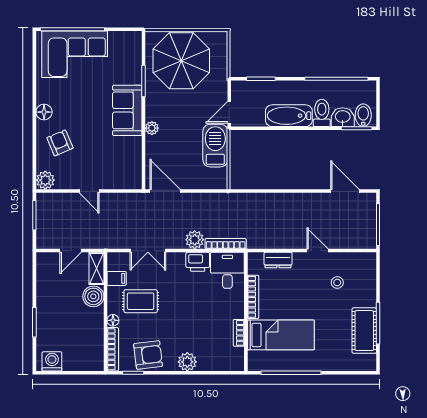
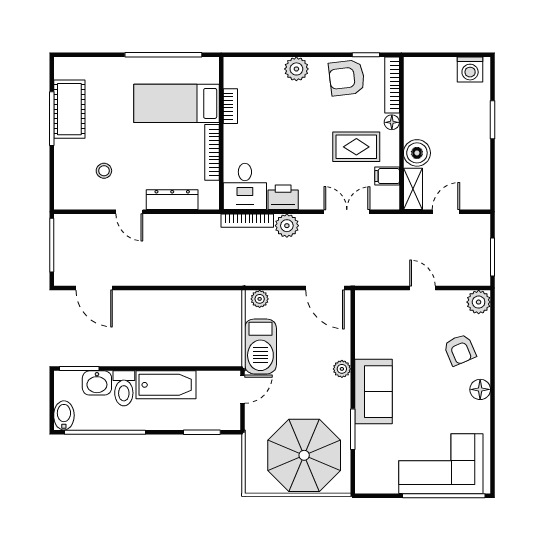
bidet: (363, 115) -> (64, 415), moved, turned 180
plant: (216, 183) -> (260, 299), added
dresser: (278, 260) -> (172, 200), width x1.44

